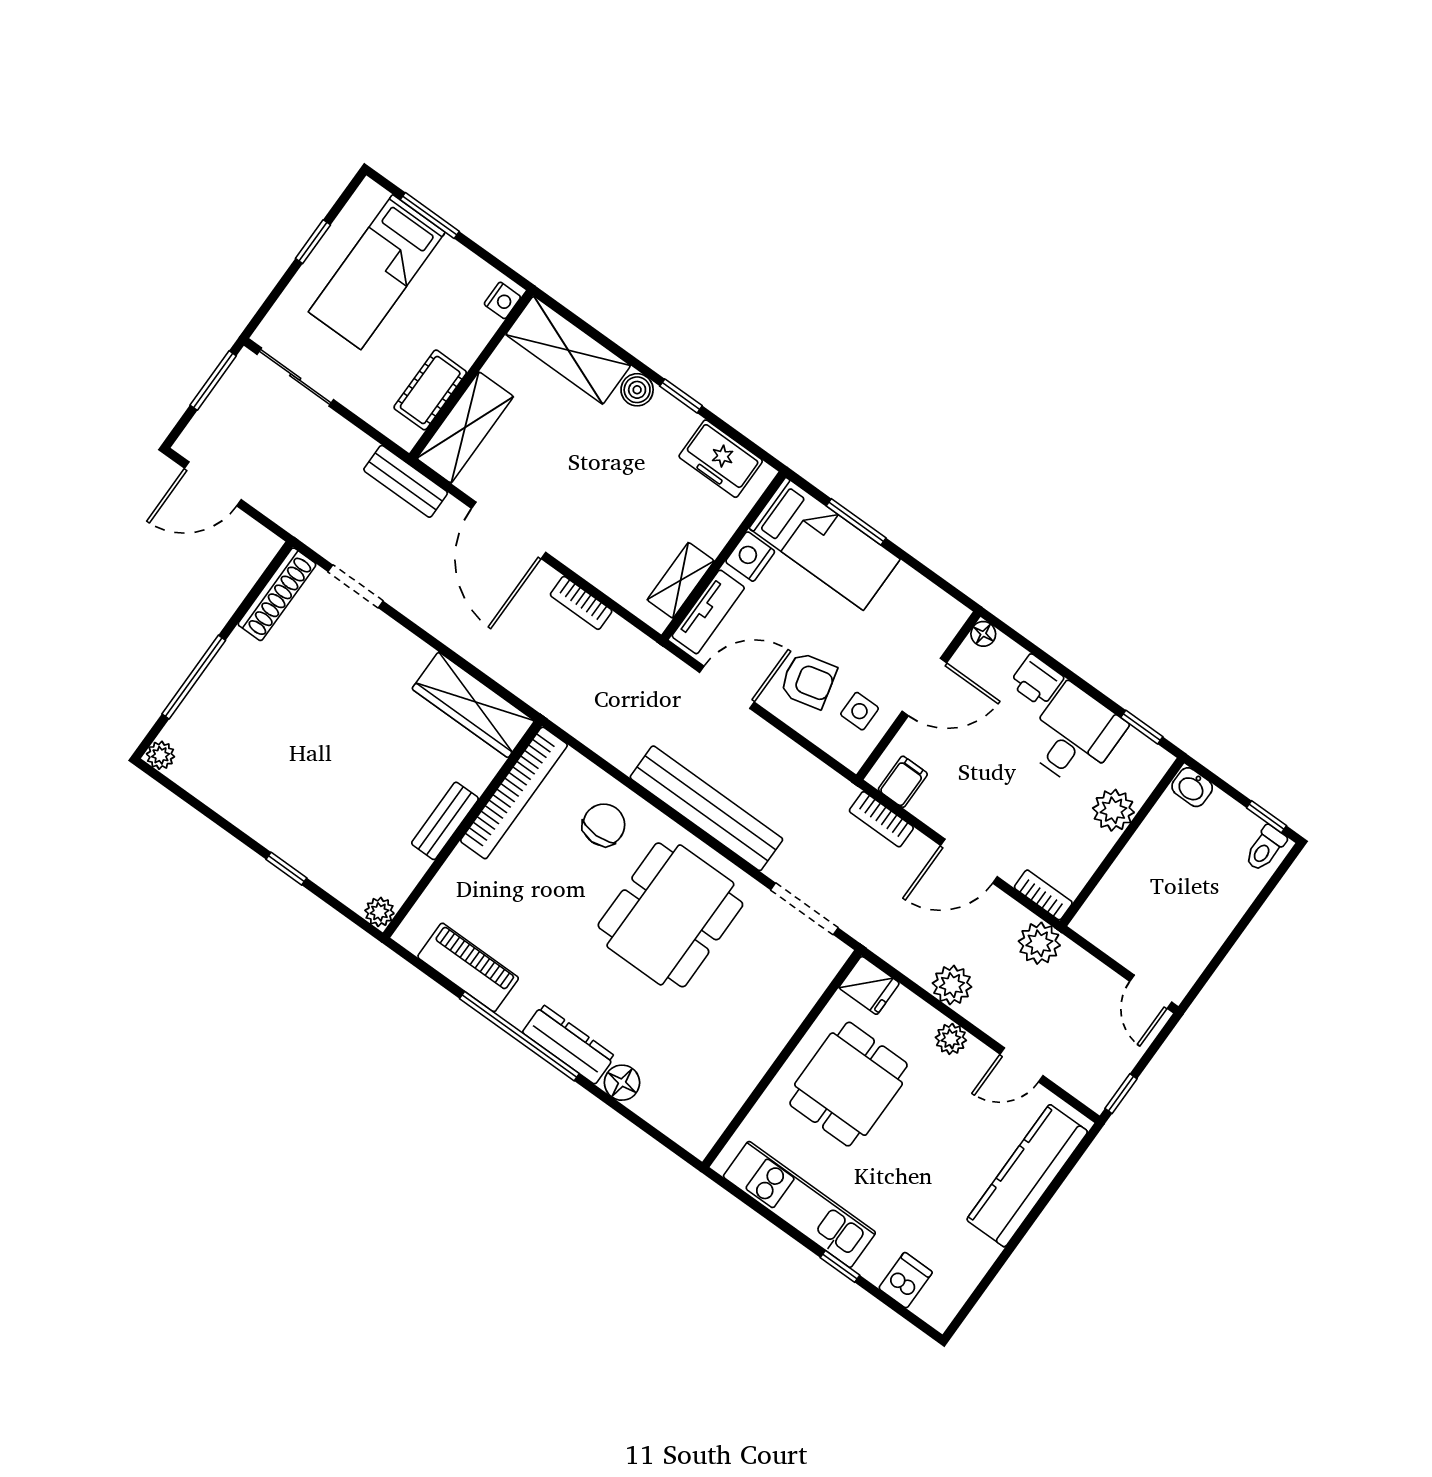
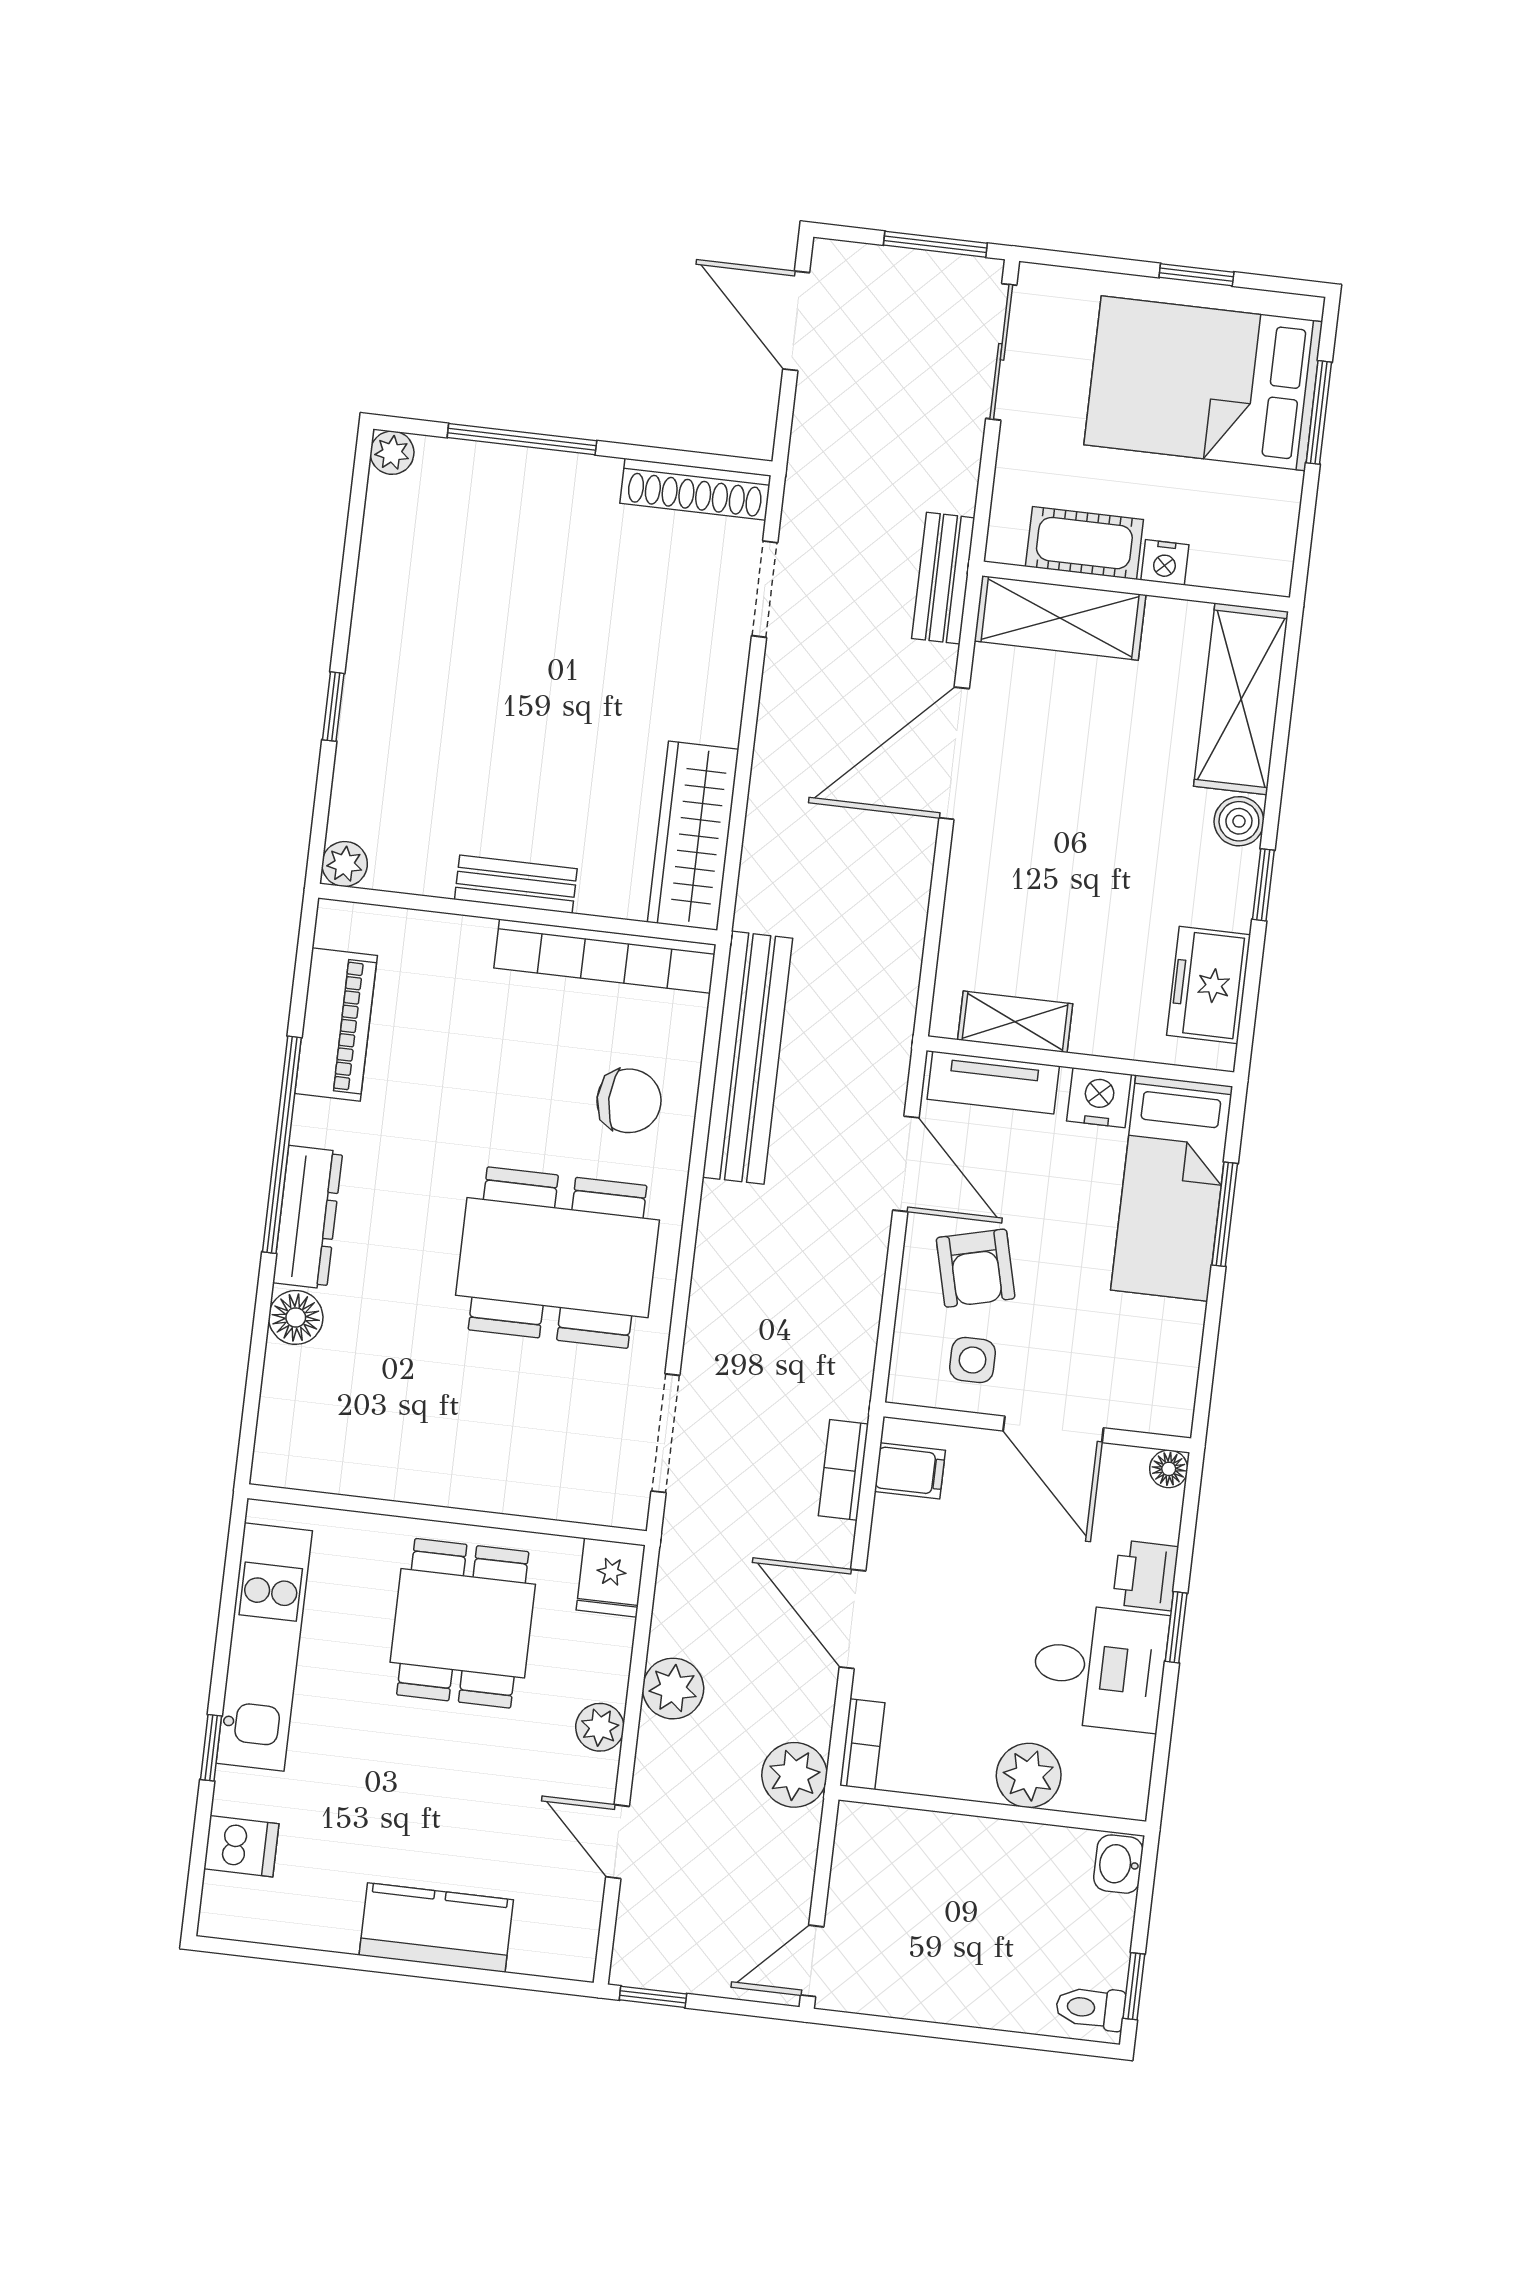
bed: (377, 272) -> (1203, 383), width x1.50
nightstand: (502, 300) -> (1165, 562), moved
bookcase: (581, 603) -> (911, 905), removed
window: (1142, 727) -> (1176, 1627), moved
bench: (706, 808) -> (748, 1058), moved
dining table: (849, 1084) -> (463, 1623), turned 90
kitchen counter: (1027, 1176) -> (436, 1928), width x0.67

